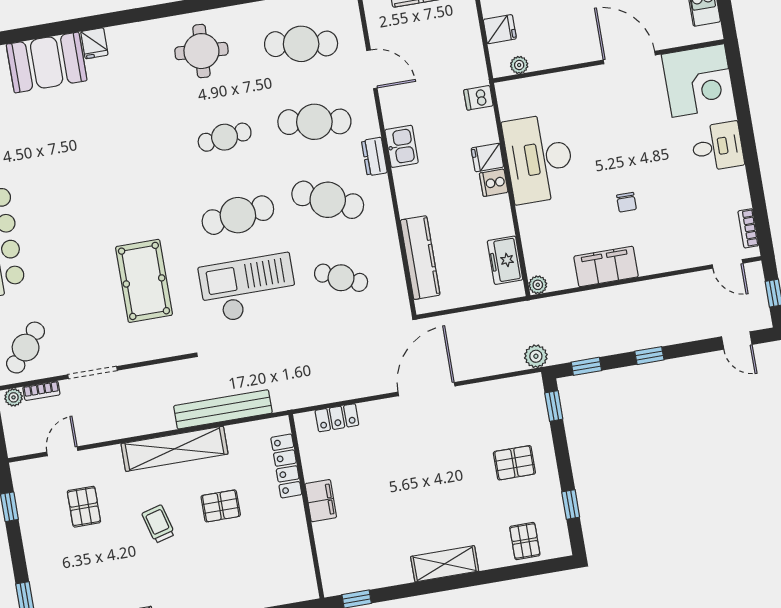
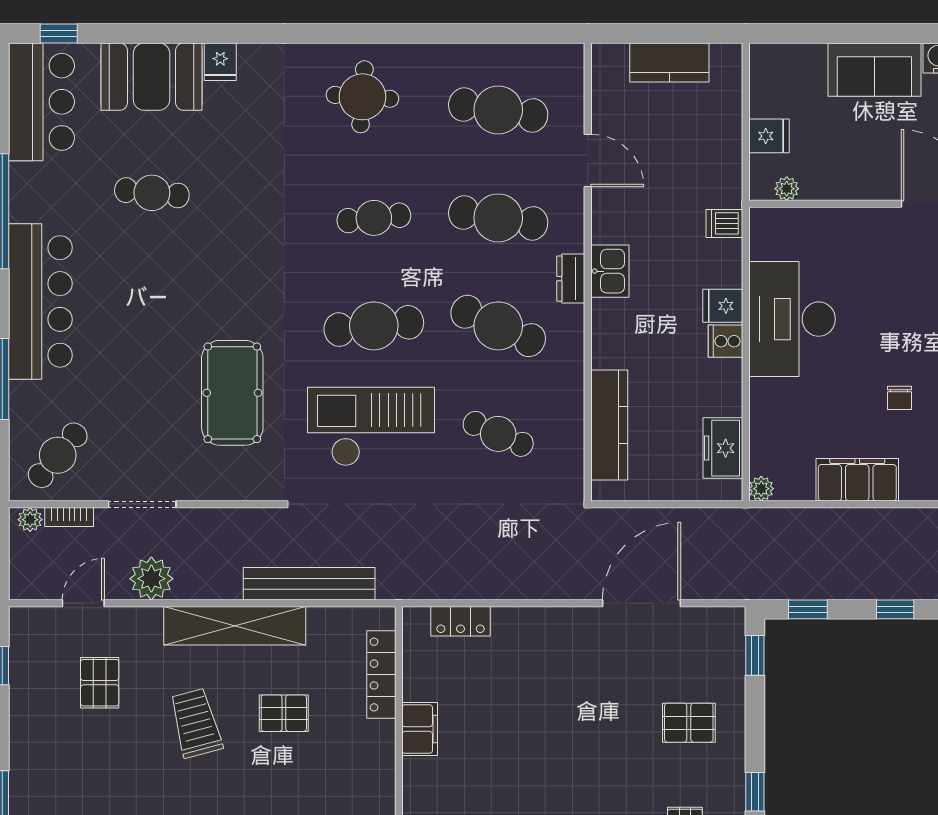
cafe table: (61, 146) -> (152, 193), added
plant: (536, 356) -> (151, 579), moved, width x1.36, depth x1.36
door: (426, 389) -> (642, 603), moved
trolley: (158, 524) -> (196, 723), width x1.36, depth x1.39

